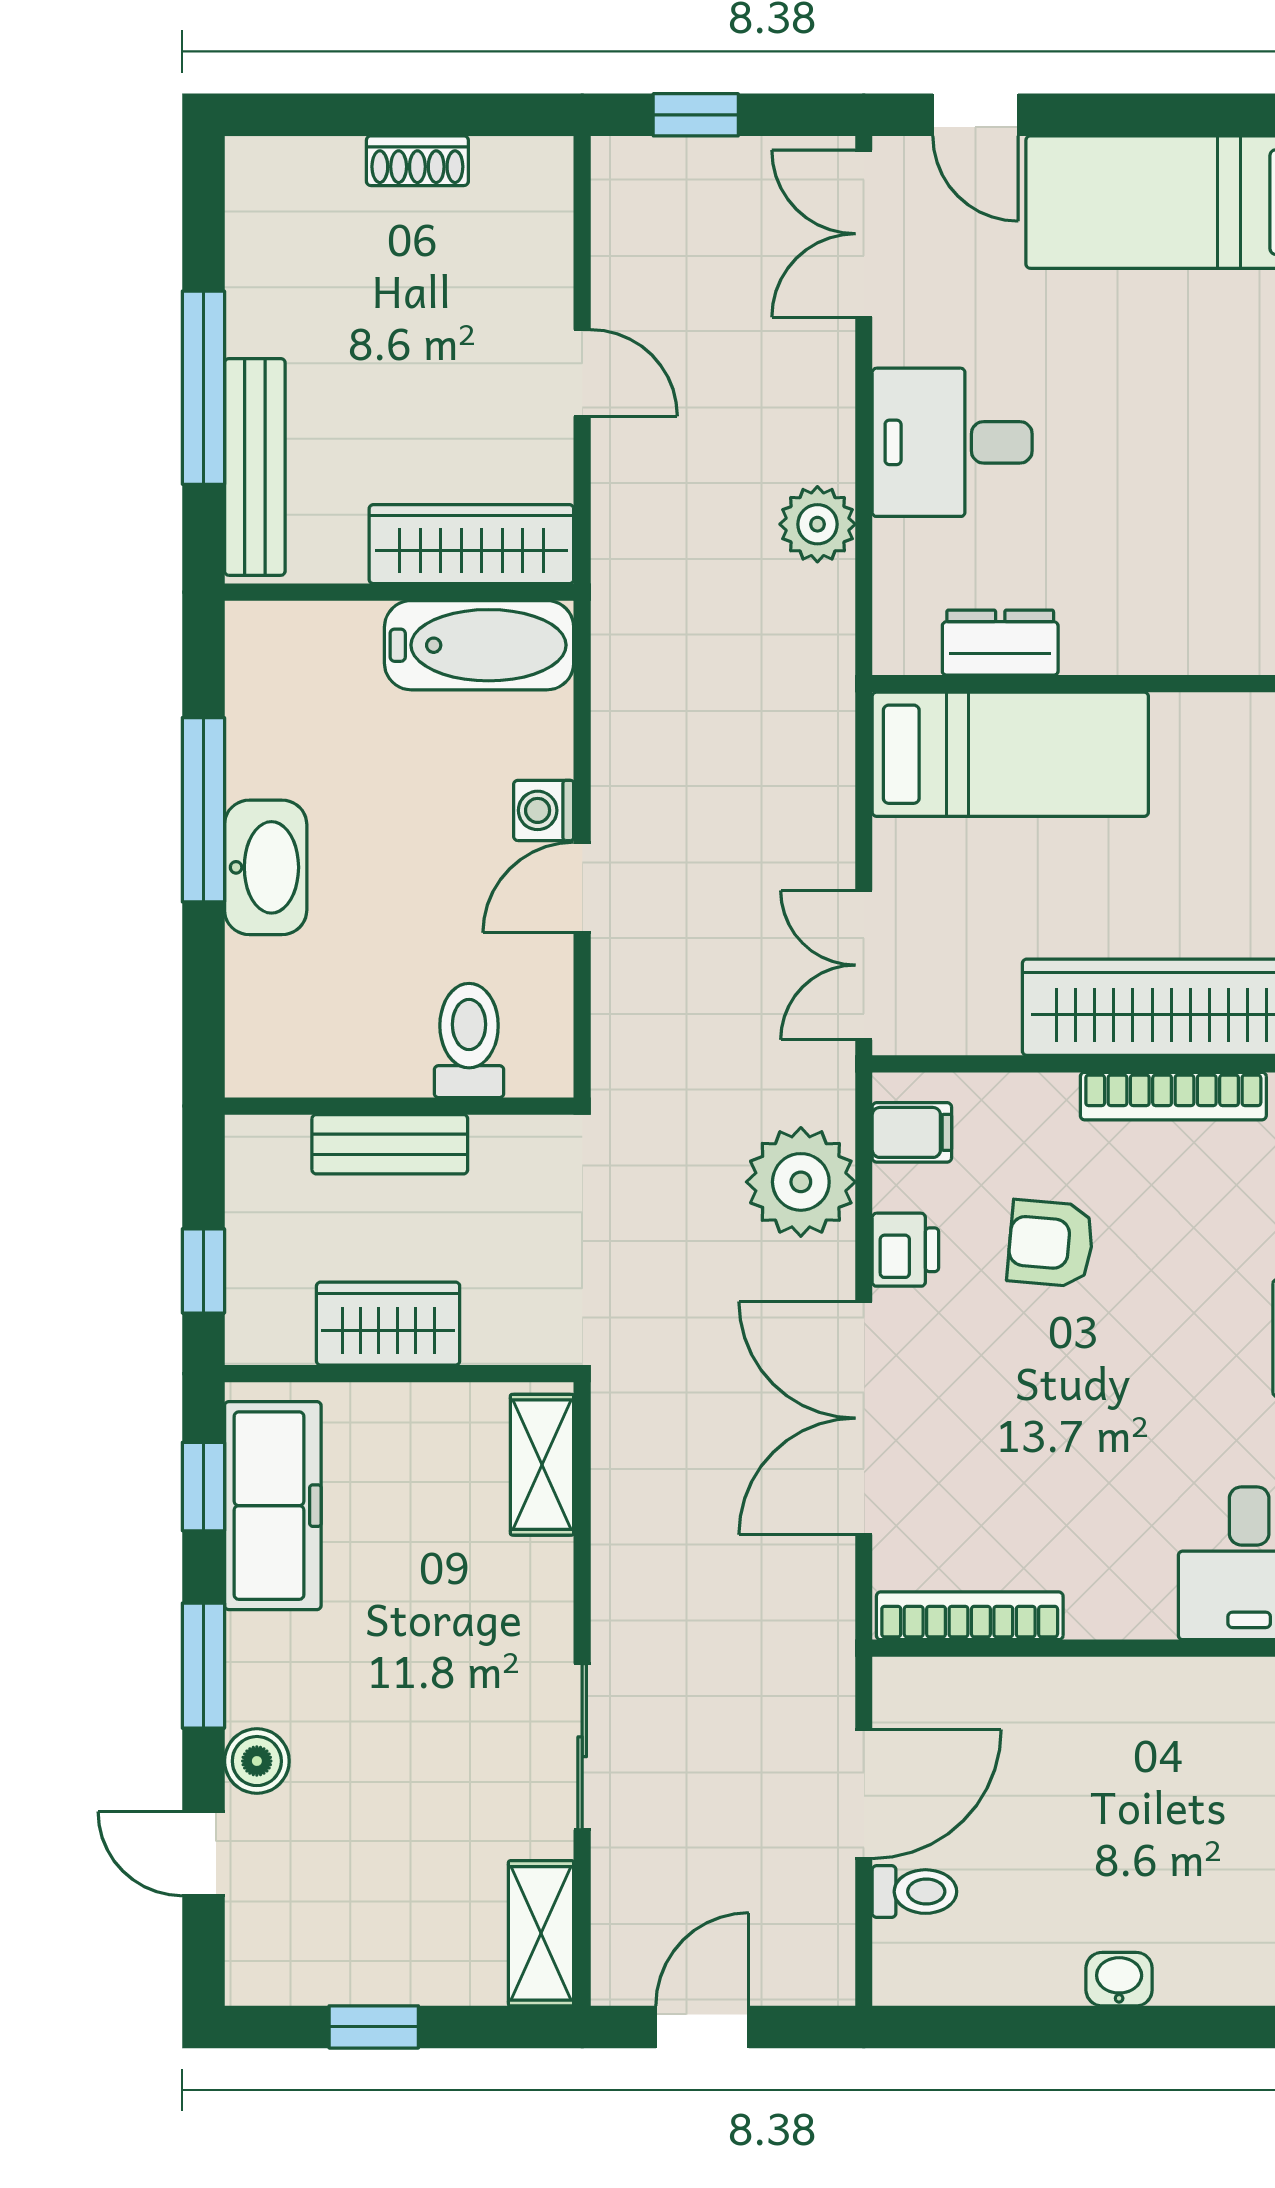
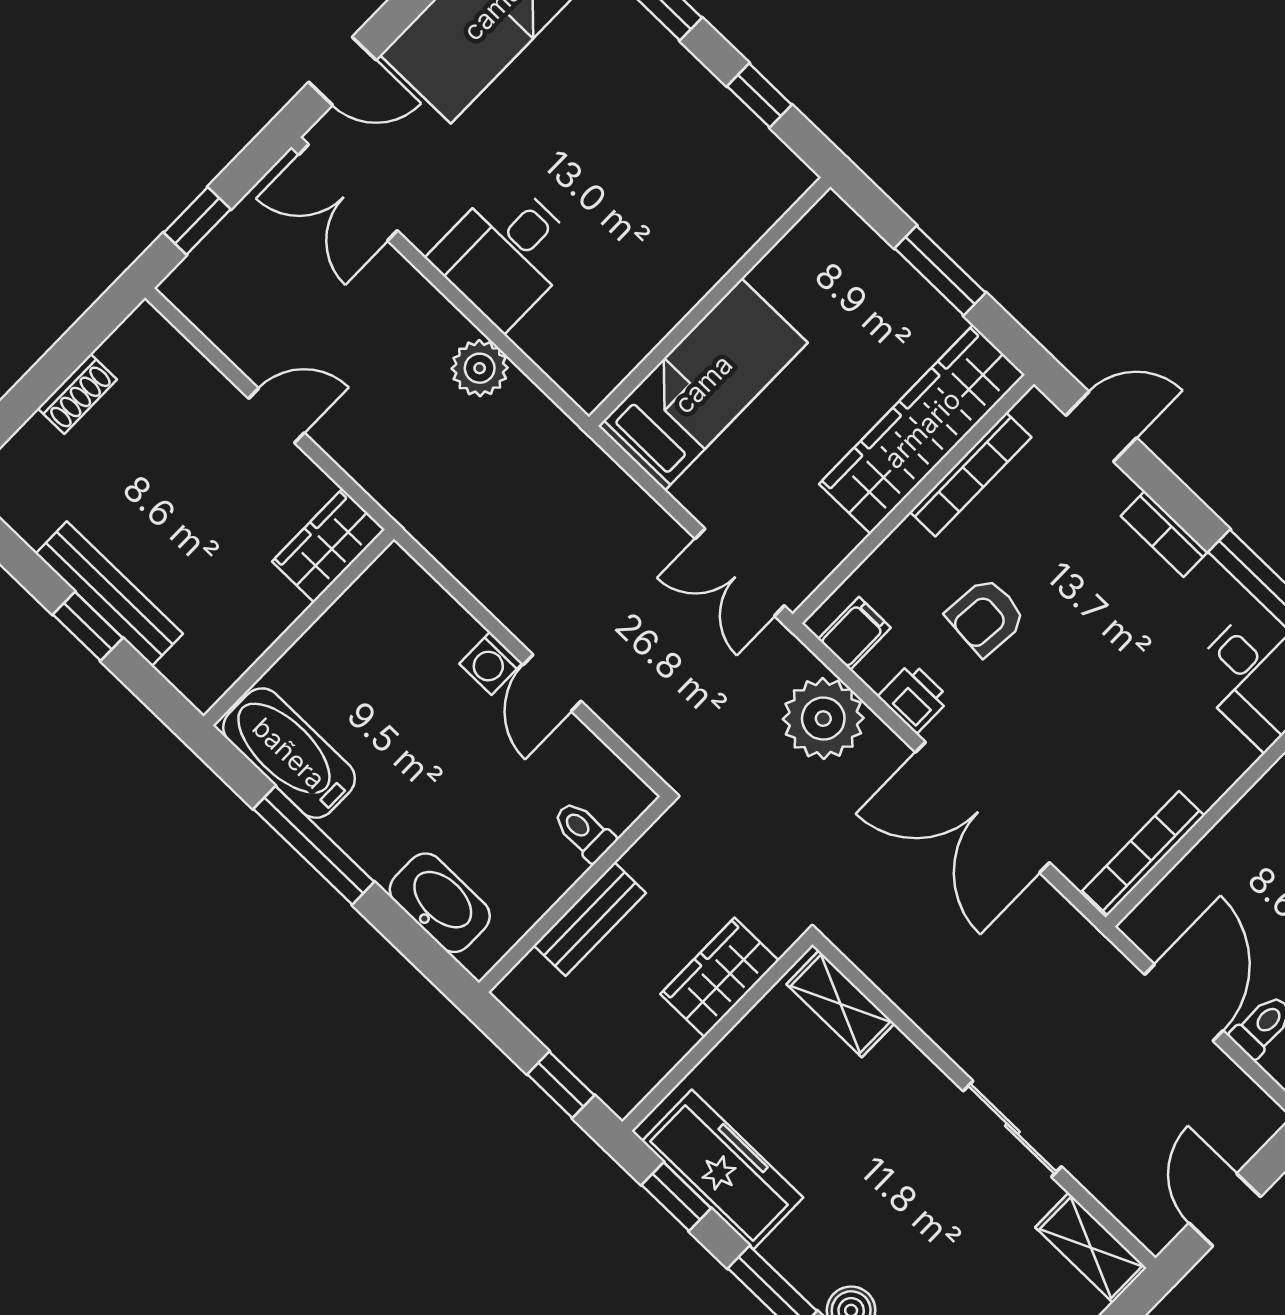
window: (203, 388) -> (88, 626), width x0.46
bench: (255, 467) -> (109, 594), moved
wardrobe: (471, 544) -> (328, 546), width x0.67
dresser: (1000, 643) -> (638, 332), removed
bathtub: (479, 645) -> (289, 753), moved, turned -90
washbasin: (266, 867) -> (440, 903), moved
toilet: (469, 1040) -> (584, 831), width x0.73, depth x0.72
wardrobe: (388, 1324) -> (720, 977), moved

